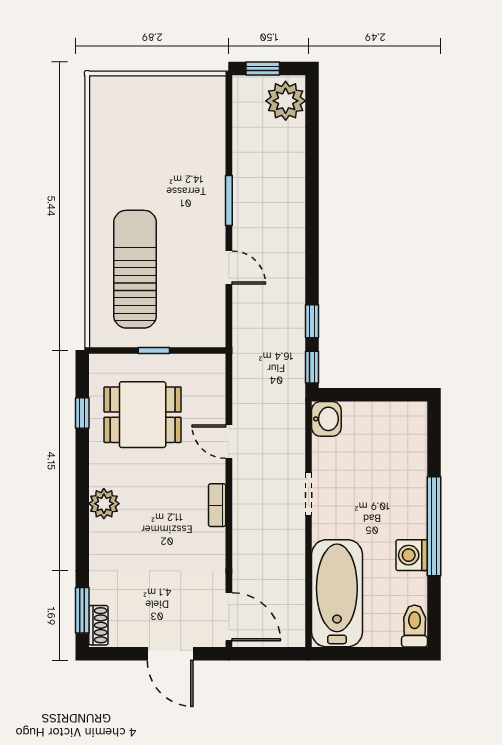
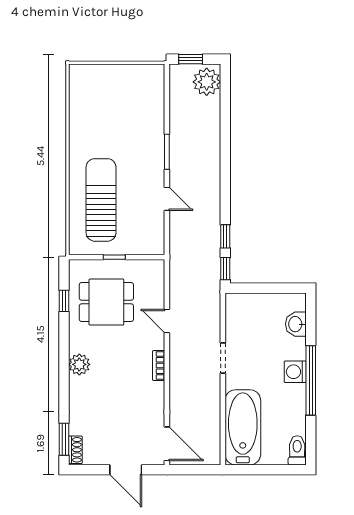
washbasin: (326, 419) -> (296, 324), moved, turned 180
washing machine: (412, 555) -> (295, 372), moved

